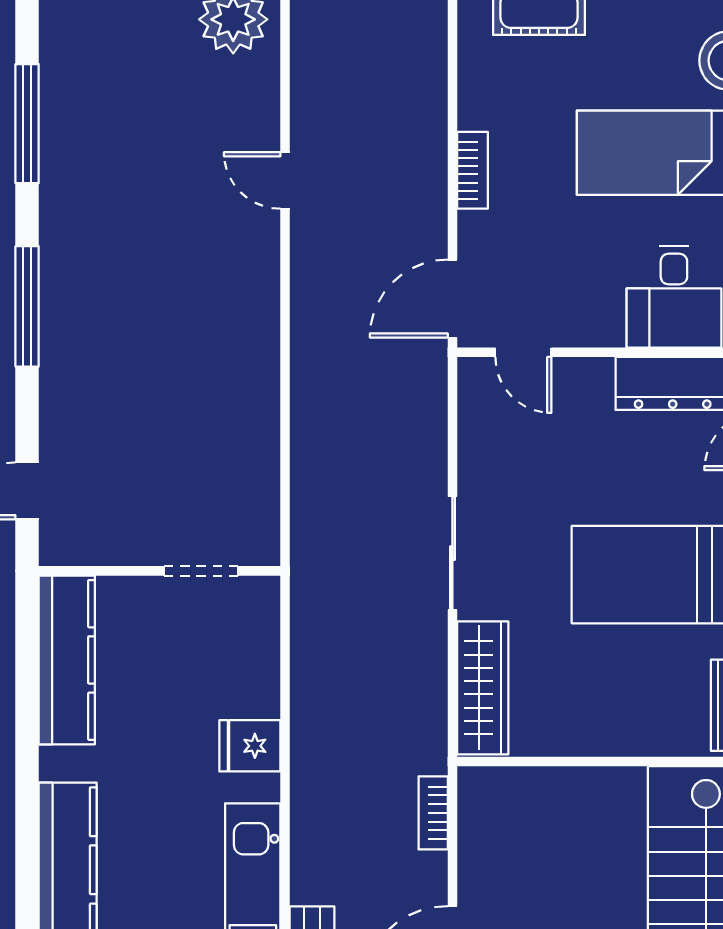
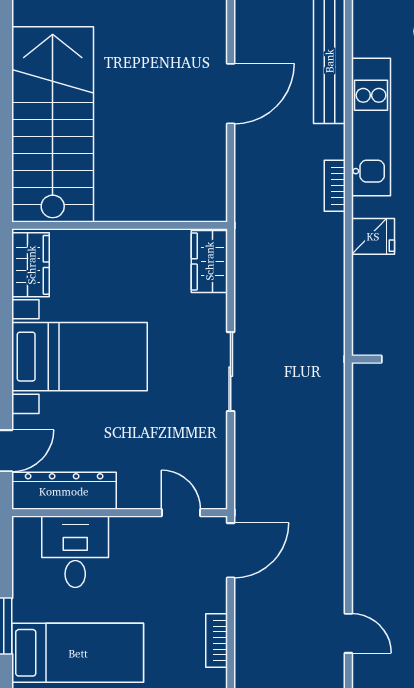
wardrobe: (483, 688) -> (209, 261), width x0.67
bookcase: (433, 813) -> (335, 186), moved, turned 180

